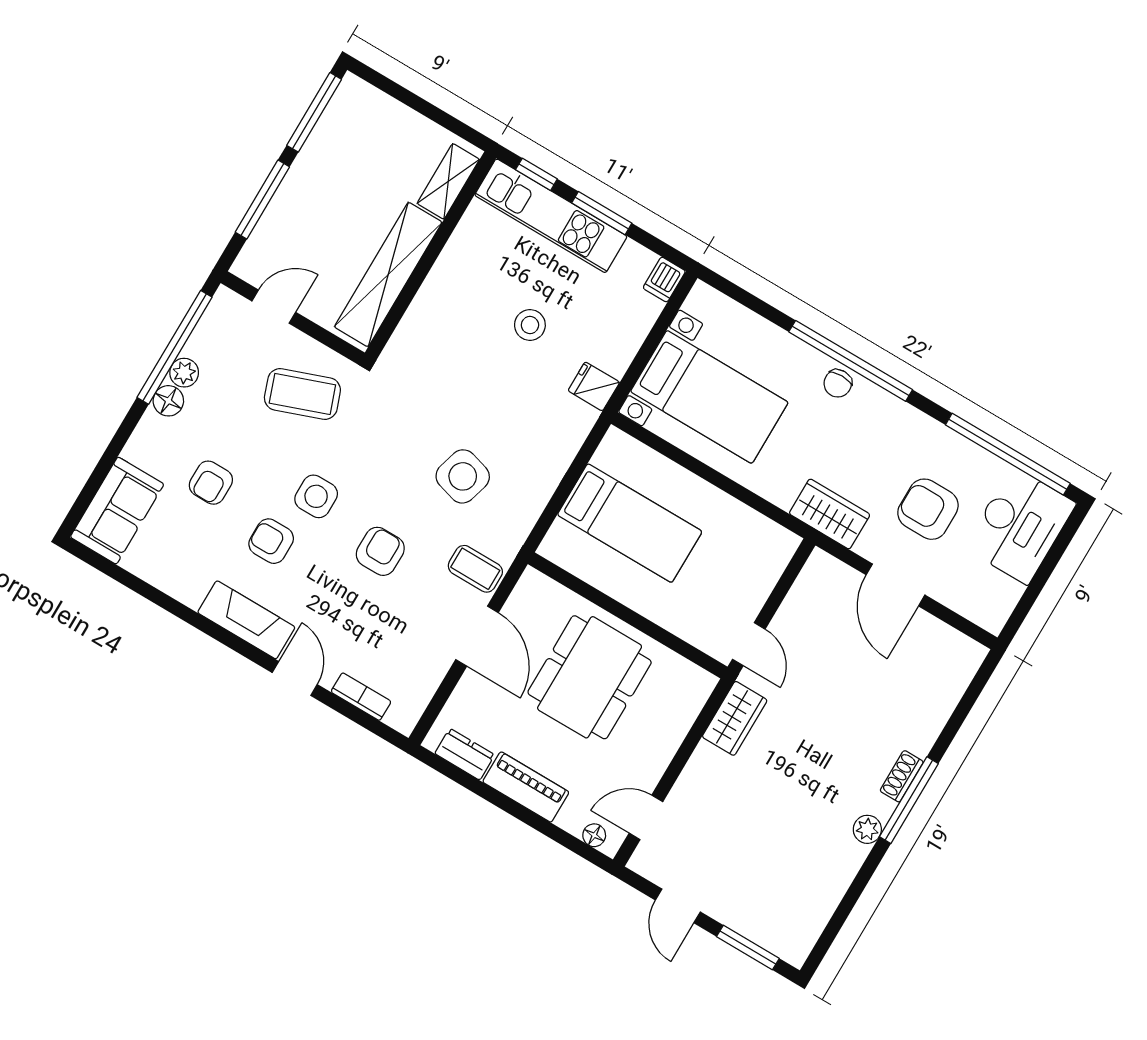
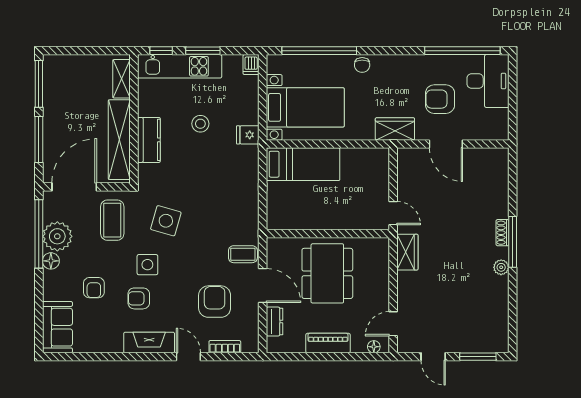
kitchen counter: (434, 303) -> (149, 140), added
door: (274, 307) -> (74, 187), width x1.88
window: (851, 361) -> (319, 51), moved
plant: (184, 373) -> (57, 236), width x1.88, depth x1.88
coffee table: (302, 394) -> (112, 220), turned -70
side table: (463, 476) -> (166, 221), moved
bed: (630, 523) -> (303, 164), moved
armchair: (380, 551) -> (215, 302), moved, width x1.38, depth x1.38
dresser: (465, 754) -> (275, 322), moved, turned 90

